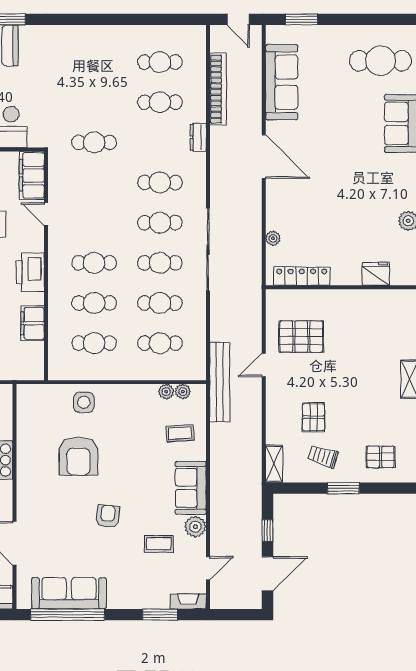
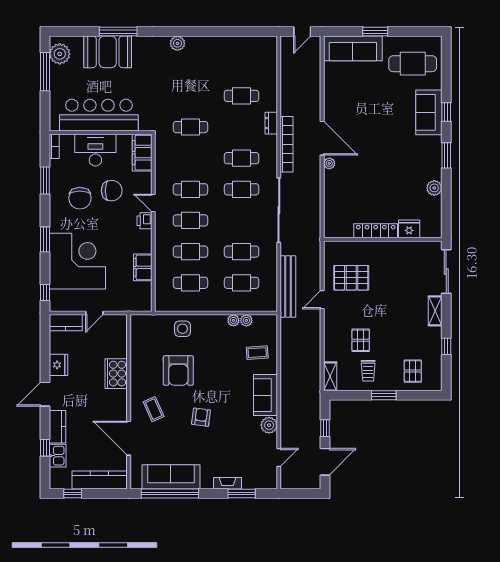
door: (238, 19) -> (302, 32), hinge flipped
window: (301, 19) -> (375, 32), moved
plant: (77, 34) -> (177, 43), added
cafe table: (160, 62) -> (242, 65), removed
sofa: (282, 82) -> (353, 48), moved, turned 90
bookcase: (218, 89) -> (287, 144), moved
door: (46, 214) -> (153, 203), moved
plant: (273, 238) -> (329, 163), moved
cafe table: (160, 263) -> (190, 189), moved
printer: (30, 272) -> (144, 221), width x0.53, depth x0.68
locker: (302, 276) -> (376, 231), moved
bench: (220, 382) -> (288, 287), moved
plant: (183, 392) -> (233, 320), moved
trolley: (323, 456) -> (368, 371), turned -107
pallet: (381, 457) -> (413, 371), turned 90
coffee table: (159, 544) -> (154, 409), moved, turned 66
fireplace: (188, 601) -> (228, 483), moved

